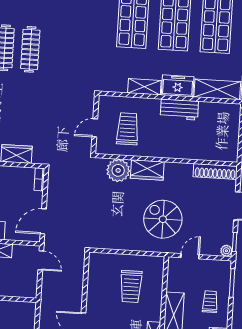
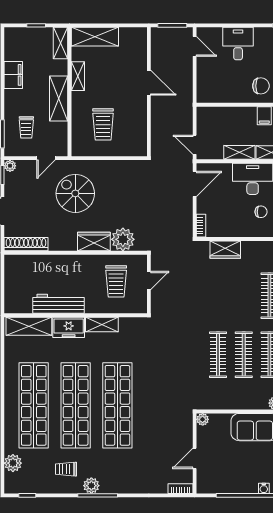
workbench: (179, 110) -> (59, 304), width x1.38
spiral stairs: (163, 219) -> (75, 193), turned 180
trolley: (131, 286) -> (103, 124), turned 180
trolley: (210, 302) -> (26, 127), moved

